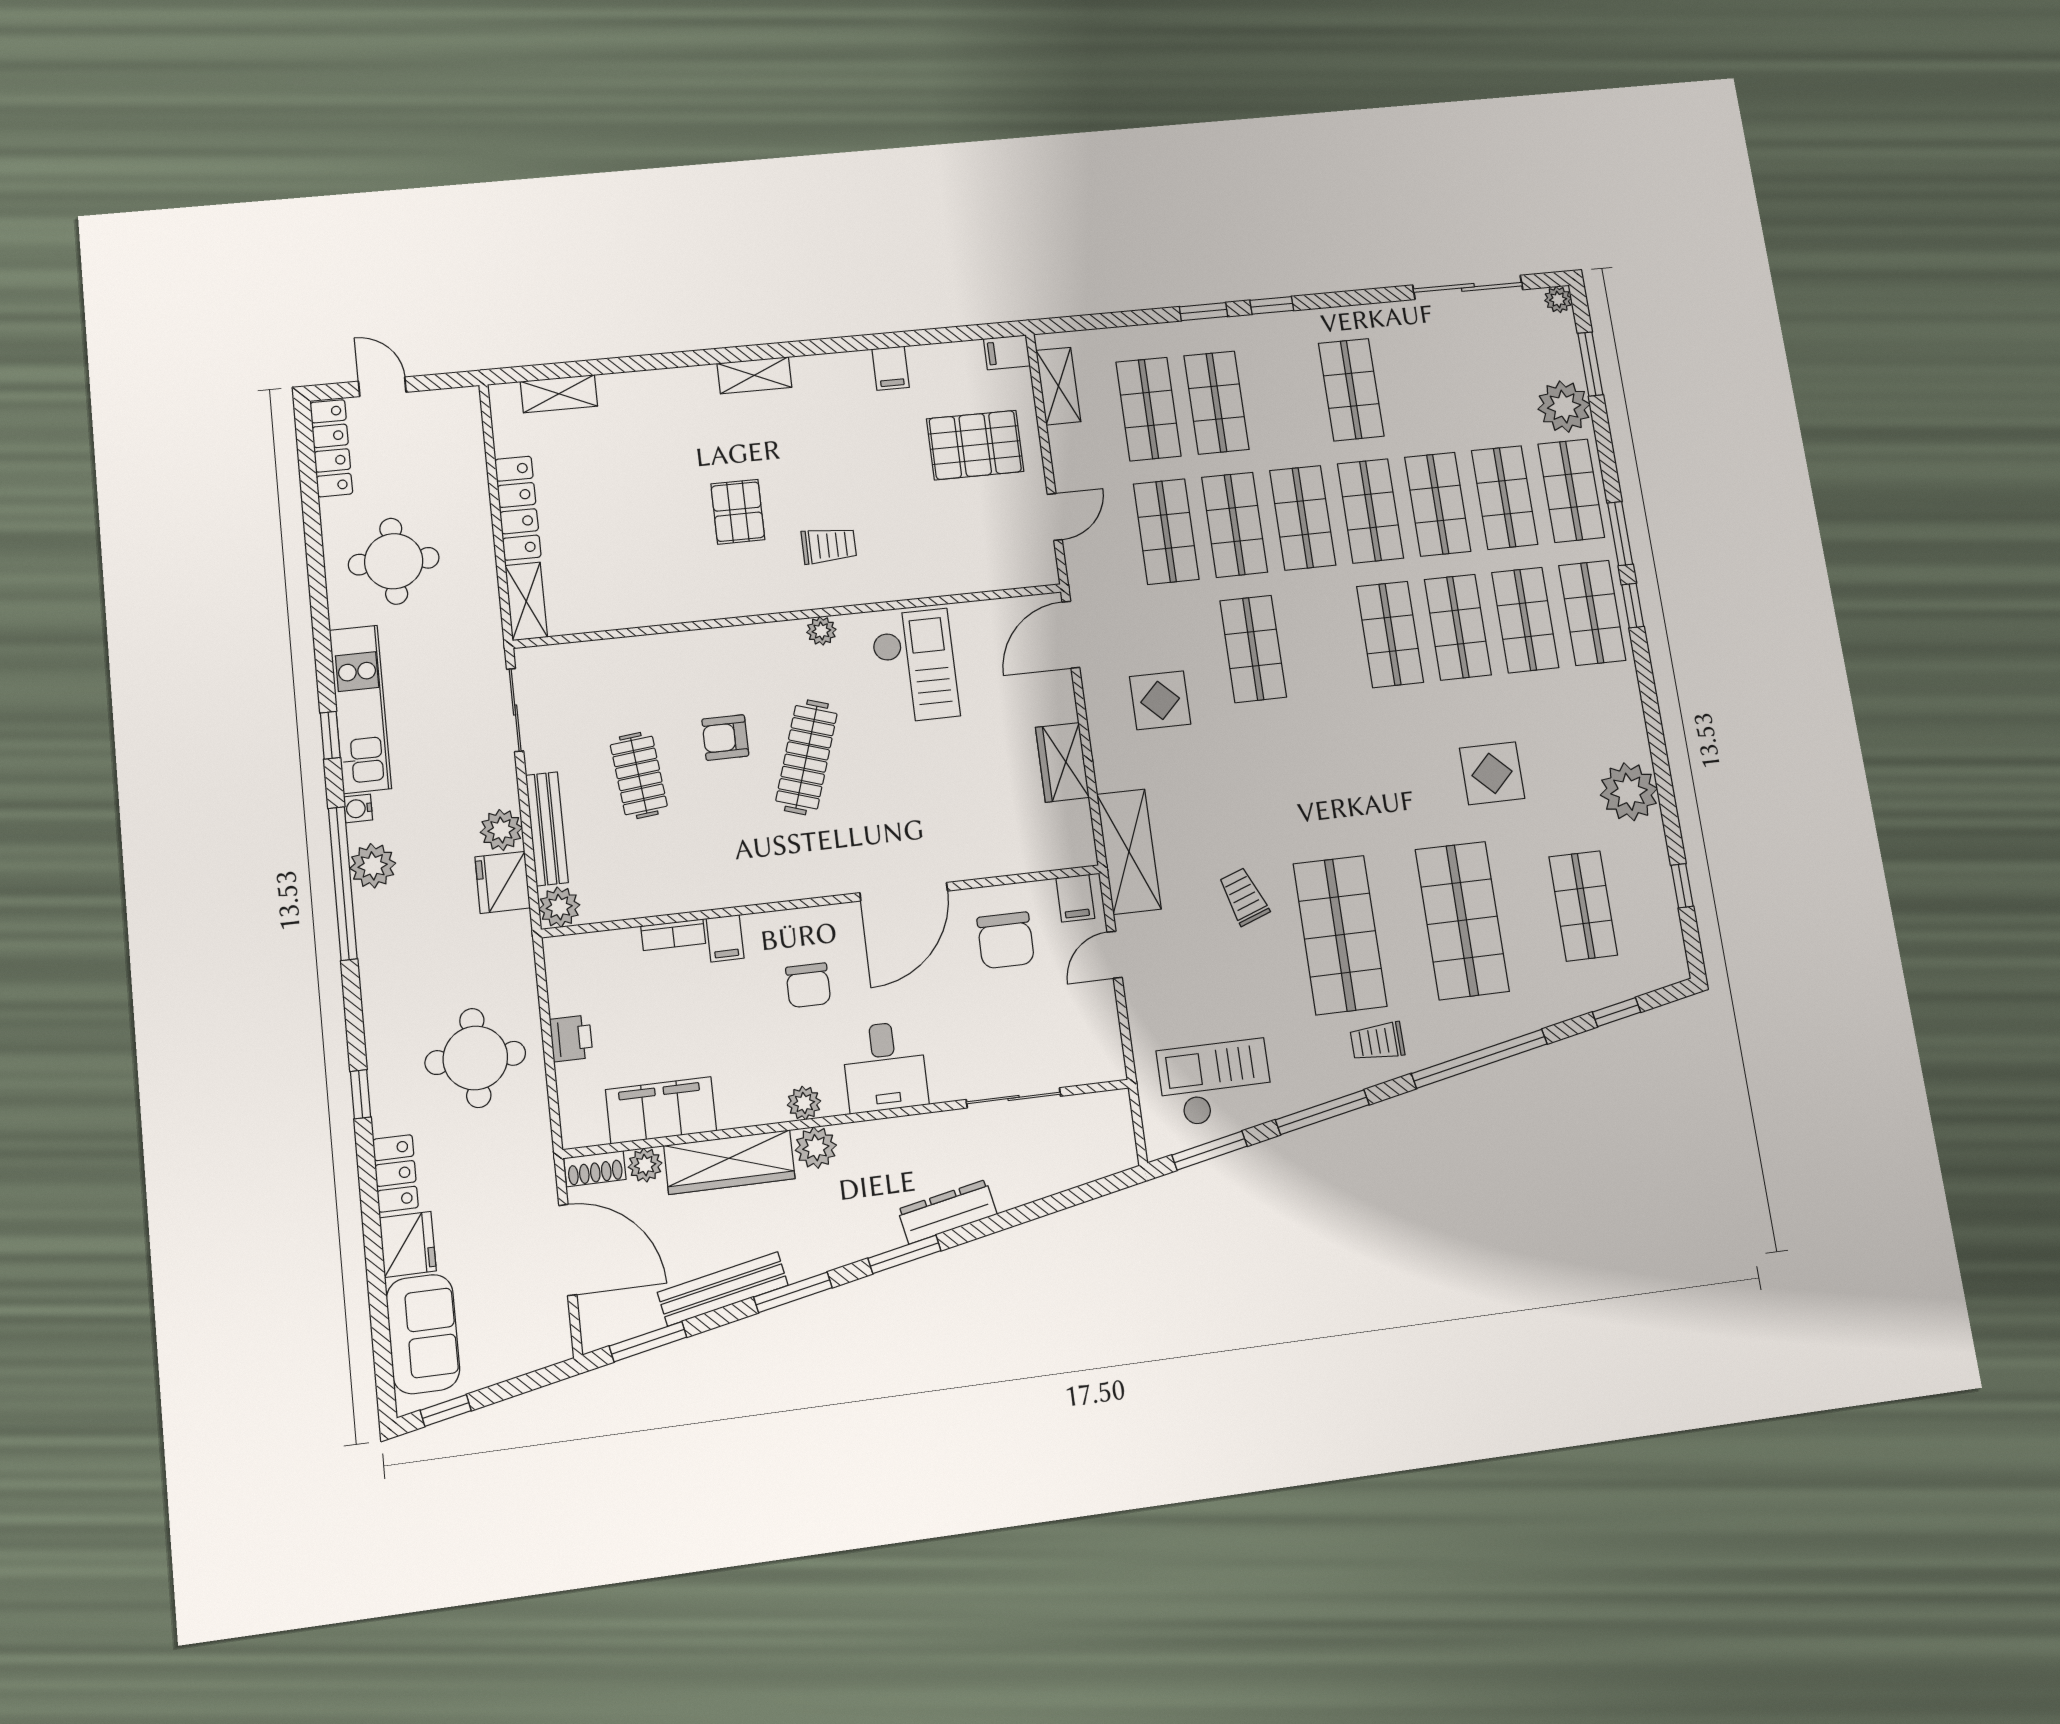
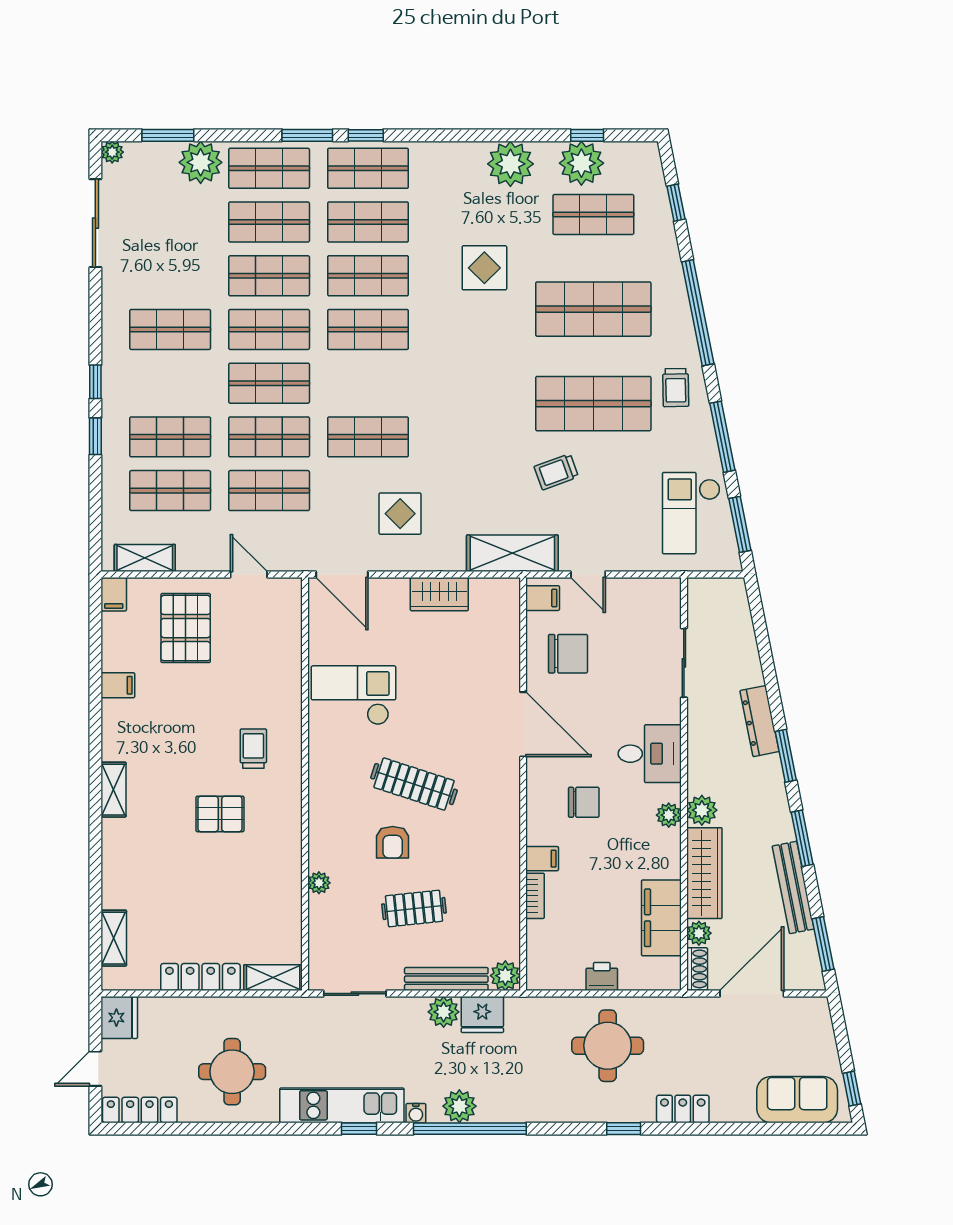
plant: (821, 631) -> (319, 883), moved
plant: (1646, 883) -> (581, 163), added
fridge: (408, 1244) -> (119, 1018), moved, turned 90

